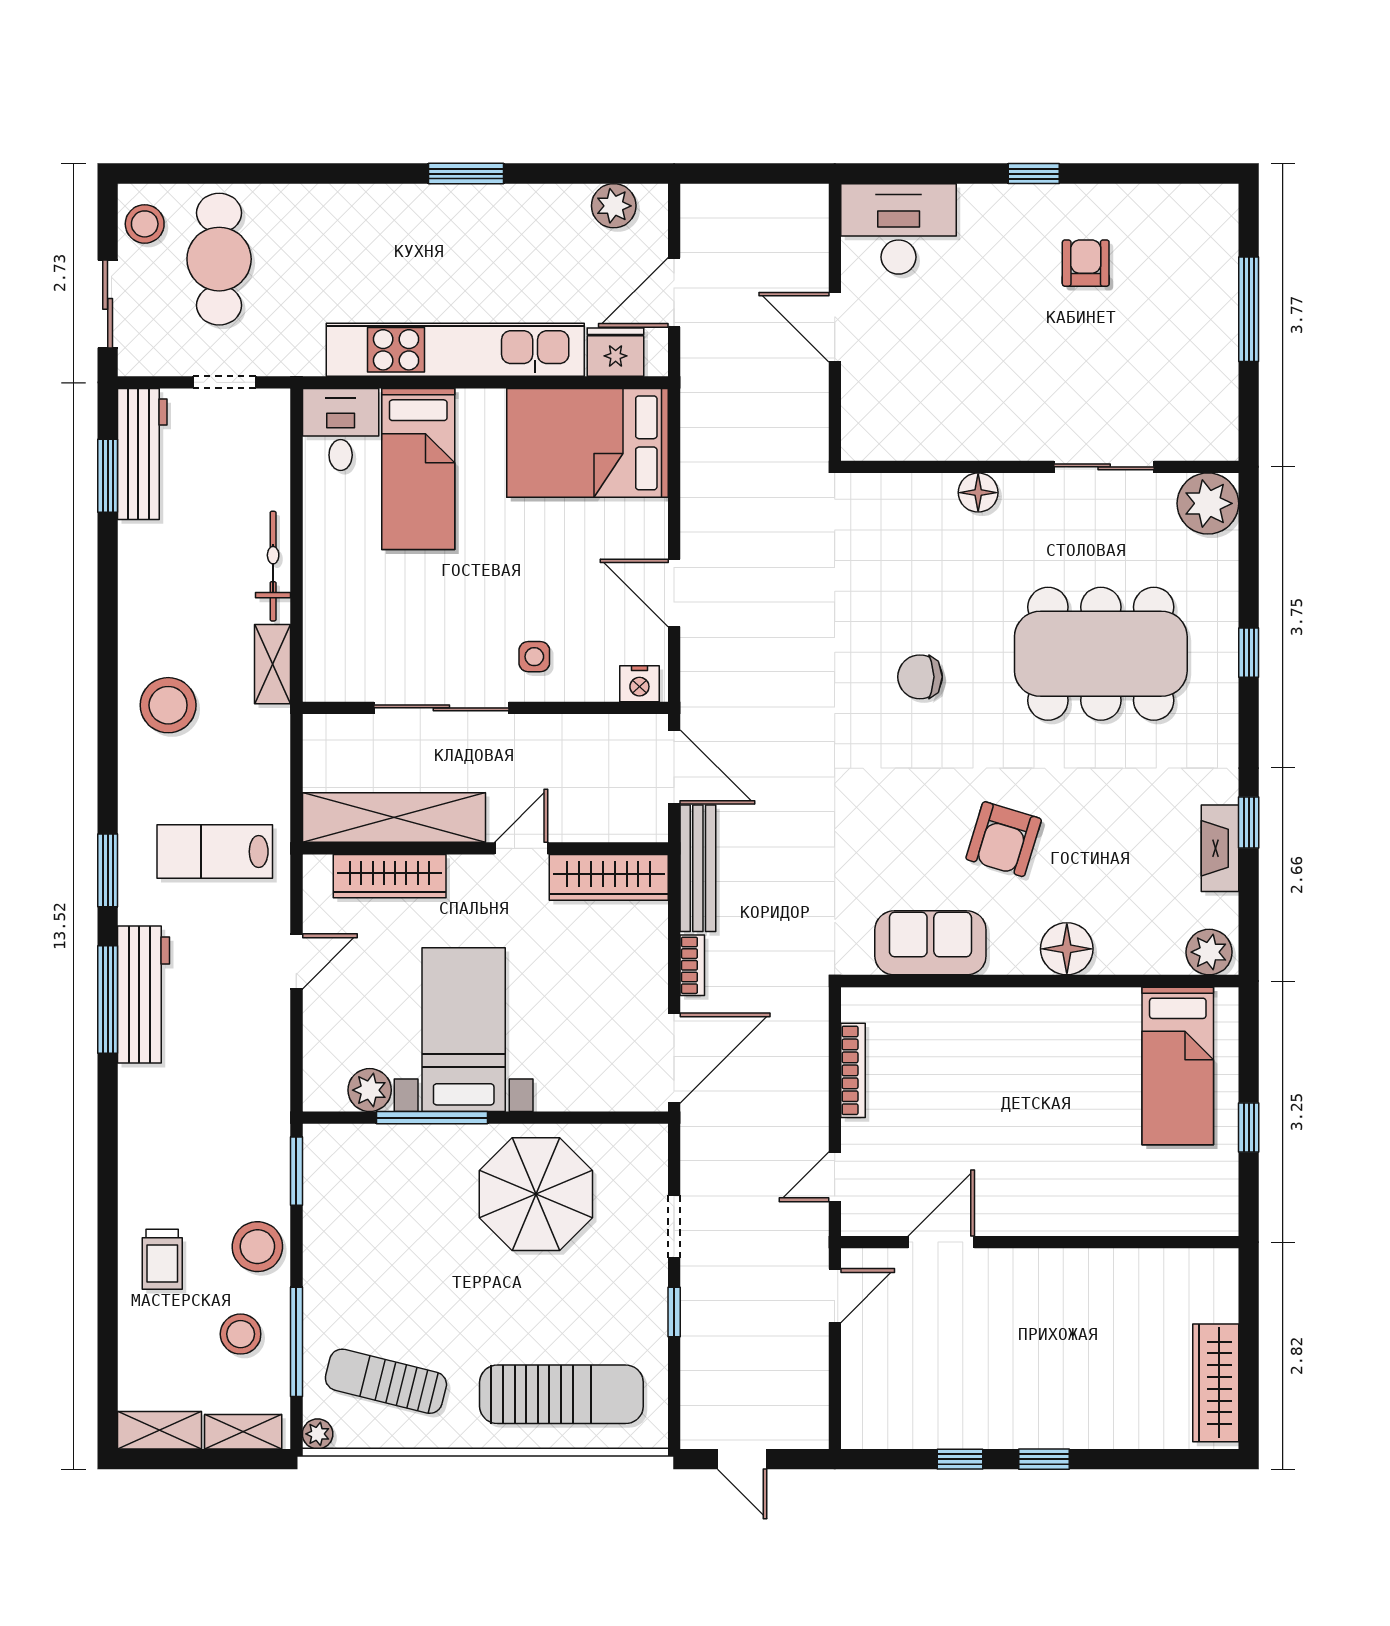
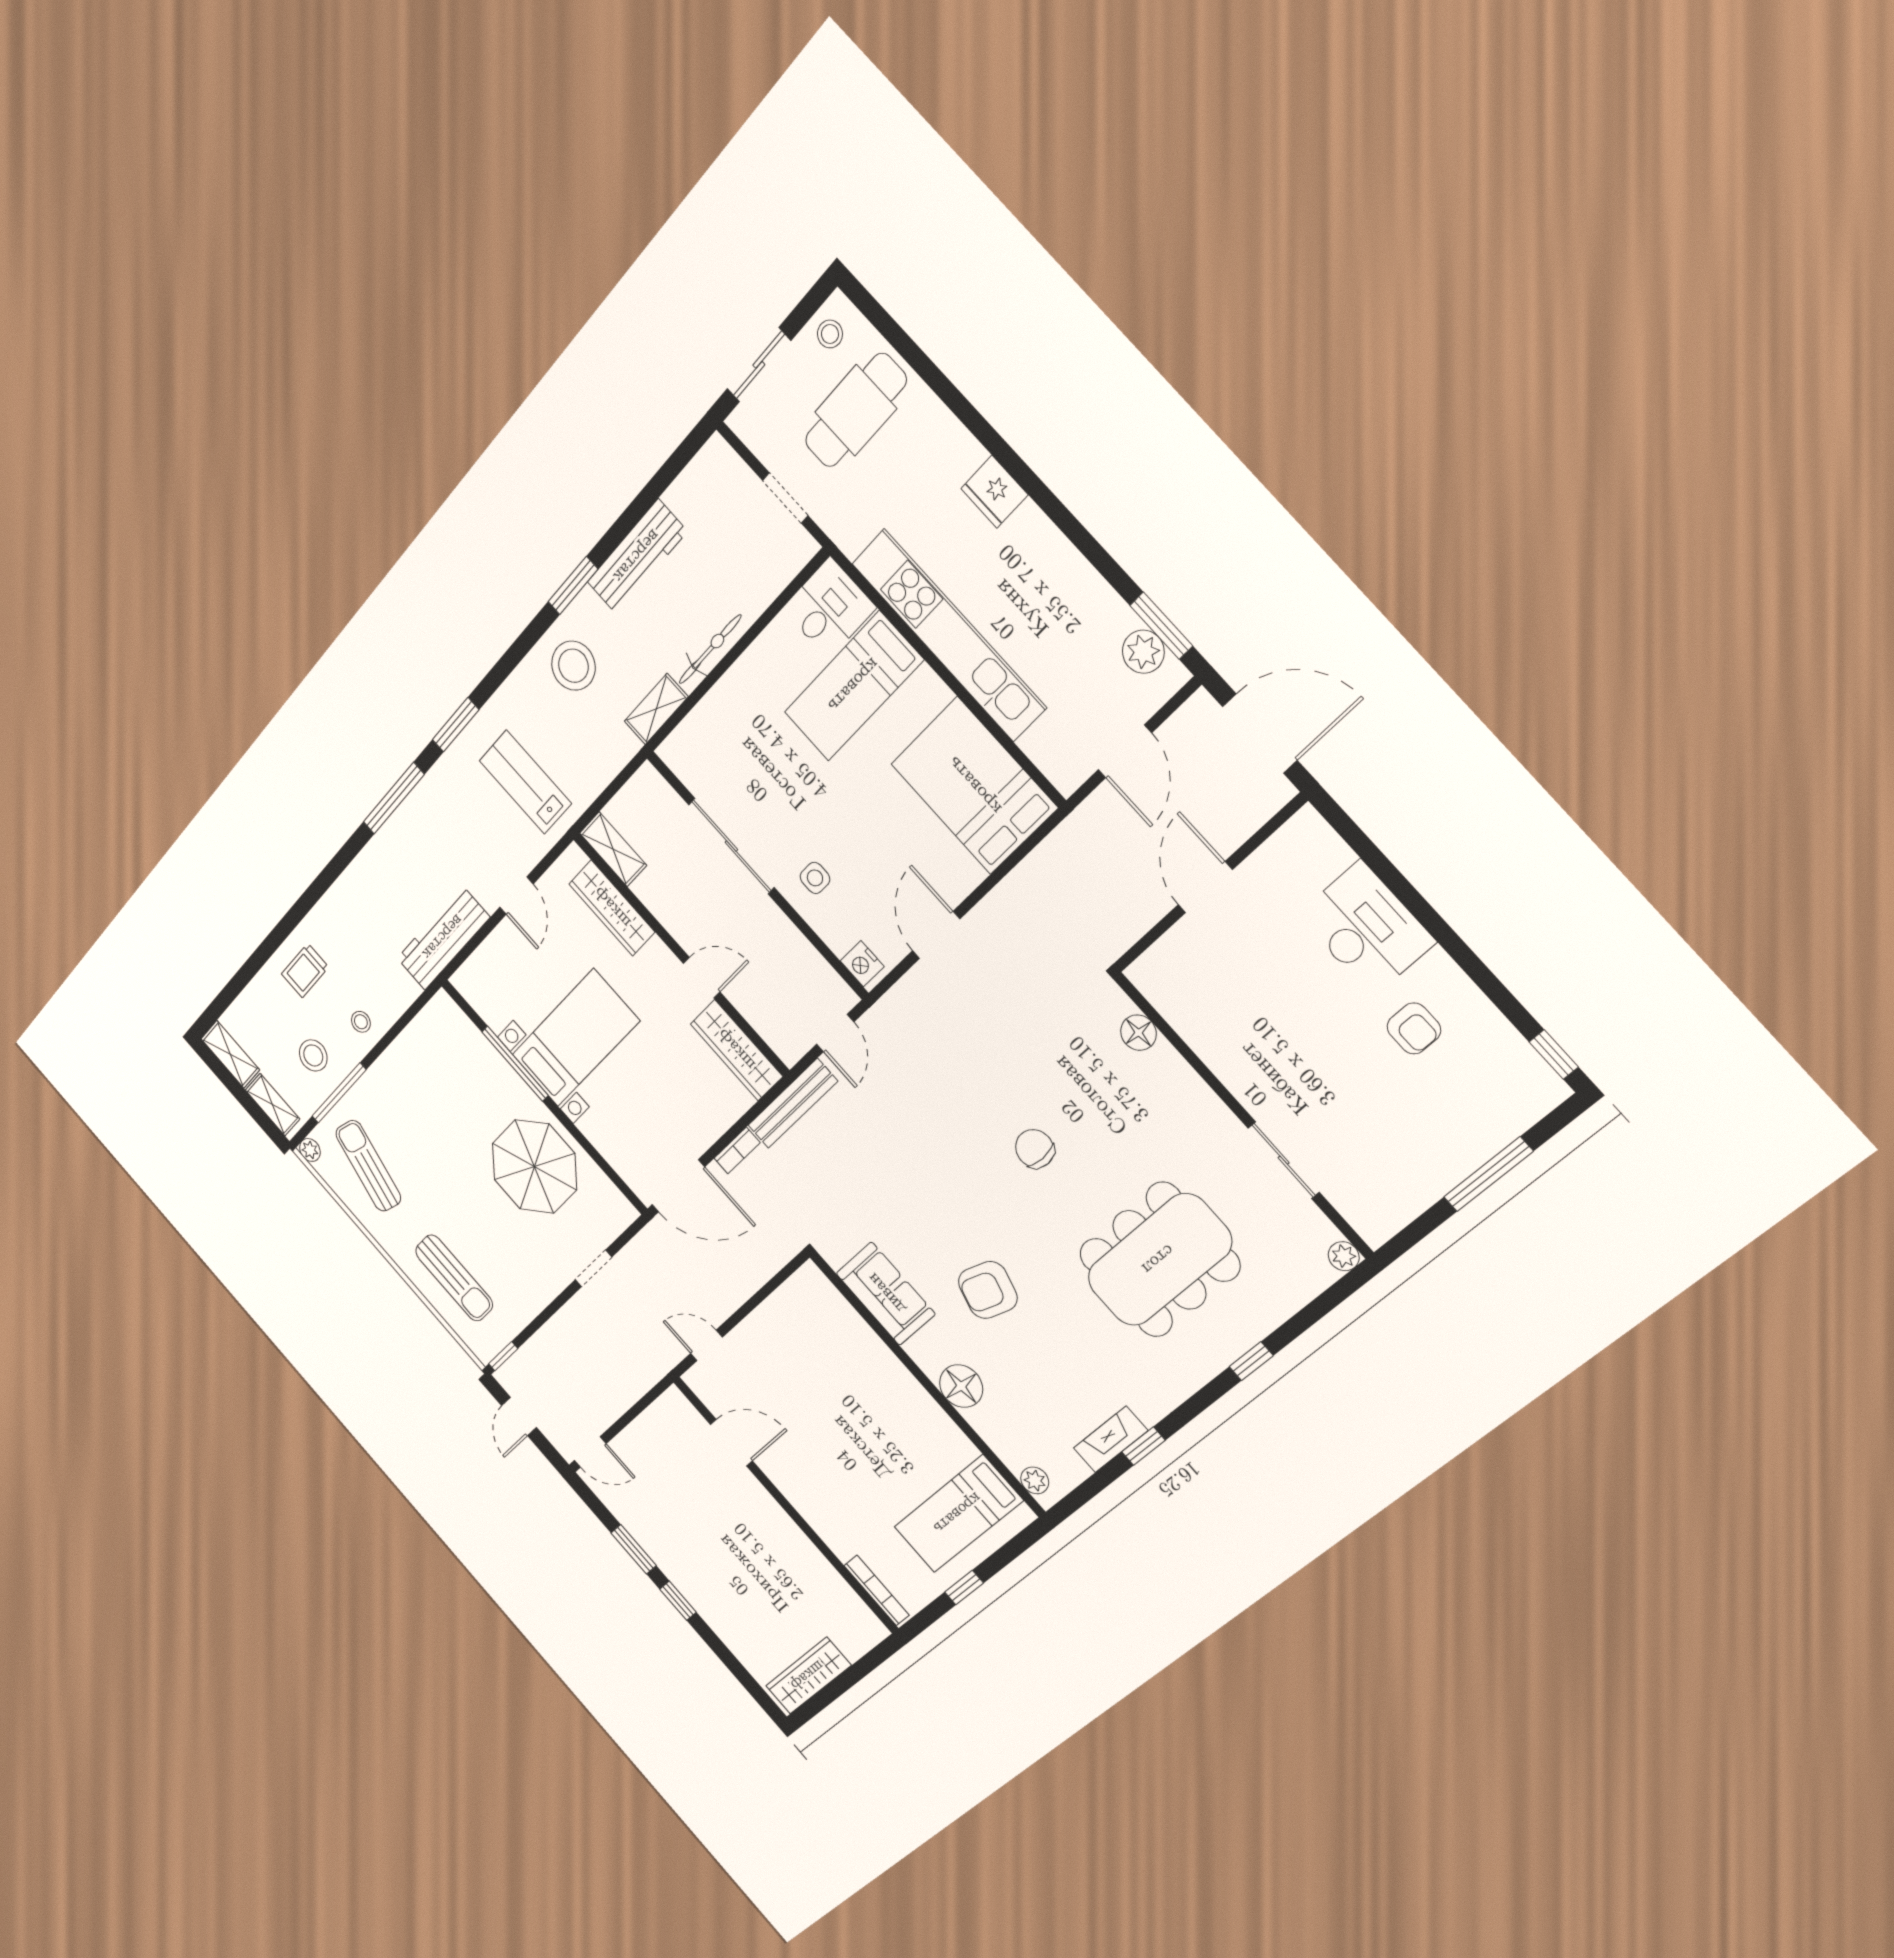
window: (466, 174) -> (1161, 626), moved
door: (757, 174) -> (1260, 733), added
window: (1034, 174) -> (1554, 1054), moved
stool: (145, 224) -> (830, 334), width x0.73, depth x0.73
desk: (899, 229) -> (1366, 928), moved
armchair: (1086, 263) -> (1414, 1028), turned 90
door: (674, 292) -> (1125, 751), swing flipped
fridge: (616, 352) -> (994, 492), moved, turned 180
workbench: (142, 454) -> (637, 557), moved
window: (108, 476) -> (573, 585), moved
floor lamp: (978, 493) -> (1138, 1033), moved
plant: (1208, 503) -> (1344, 1256), width x0.53, depth x0.53
dining table: (1101, 654) -> (1159, 1260), turned 90
door: (674, 767) -> (835, 1033), width x0.73
shelving: (394, 817) -> (613, 849), width x0.45, depth x0.75
plant: (1209, 952) -> (1035, 1480), width x0.73, depth x0.73
door: (296, 961) -> (516, 896), hinge flipped
workbench: (144, 994) -> (443, 938), moved, turned 180
bookcase: (853, 1070) -> (877, 1590), moved, turned -90
plant: (370, 1090) -> (494, 1010), removed
window: (296, 1171) -> (416, 1007), removed
stool: (257, 1247) -> (361, 1022), width x0.53, depth x0.53
door: (835, 1296) -> (590, 1452), moved
window: (674, 1312) -> (503, 1356), moved
sun lounger: (561, 1394) -> (454, 1278), width x0.73, depth x0.75
window: (960, 1459) -> (634, 1549), width x1.50

